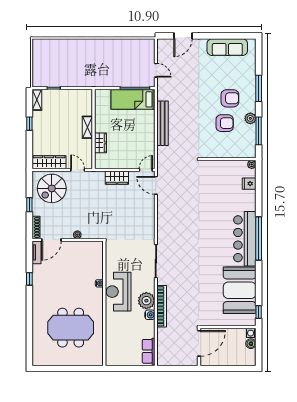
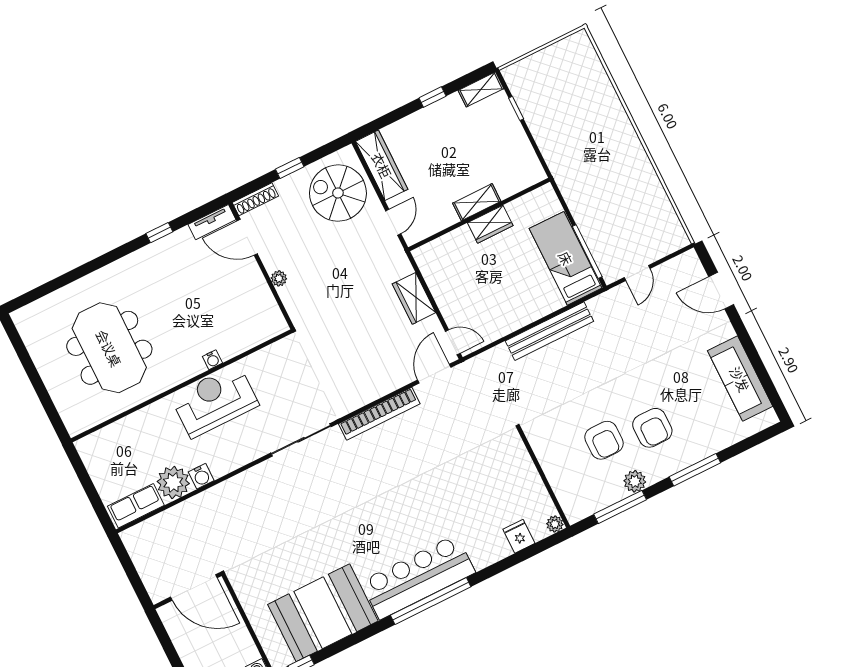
wardrobe: (100, 143) -> (490, 224), moved
plant: (146, 301) -> (173, 482), moved
bookcase: (162, 306) -> (379, 414), moved

